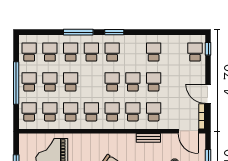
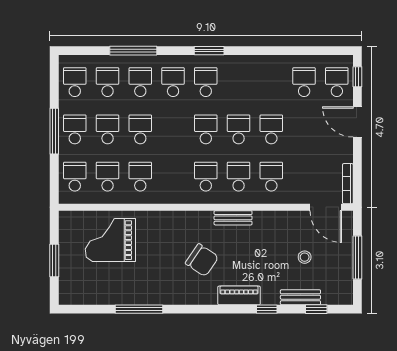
window: (78, 32) -> (133, 51), moved
school desk: (154, 52) -> (304, 82), moved
window: (16, 83) -> (54, 131), width x0.68
door: (208, 94) -> (357, 122), moved
school desk: (91, 112) -> (173, 177), removed
bench: (148, 138) -> (233, 218), moved

